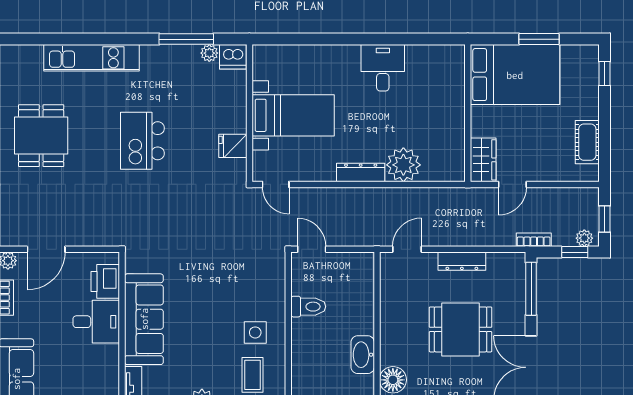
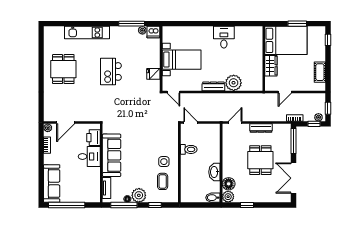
wardrobe: (483, 160) -> (271, 66), moved
dining table: (461, 329) -> (260, 160), turned 90

